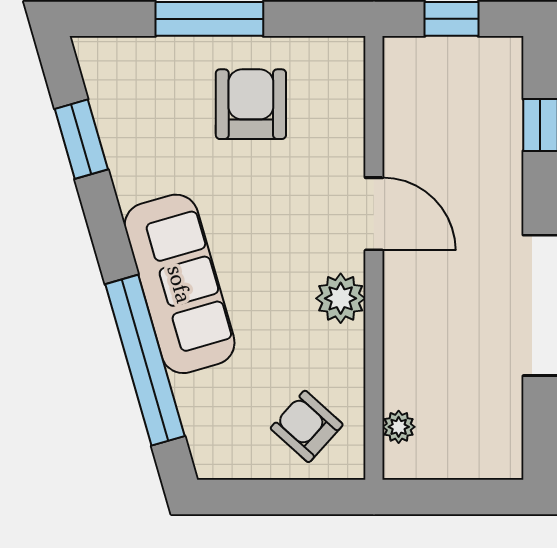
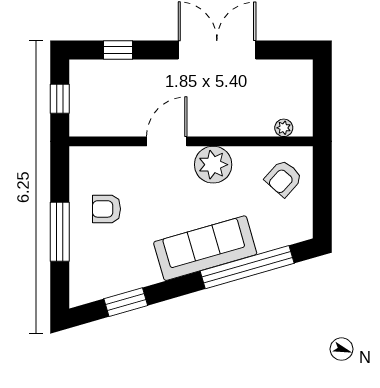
armchair: (251, 104) -> (106, 209), width x0.72, depth x0.72
plant: (341, 298) -> (213, 165), width x1.36, depth x1.36

